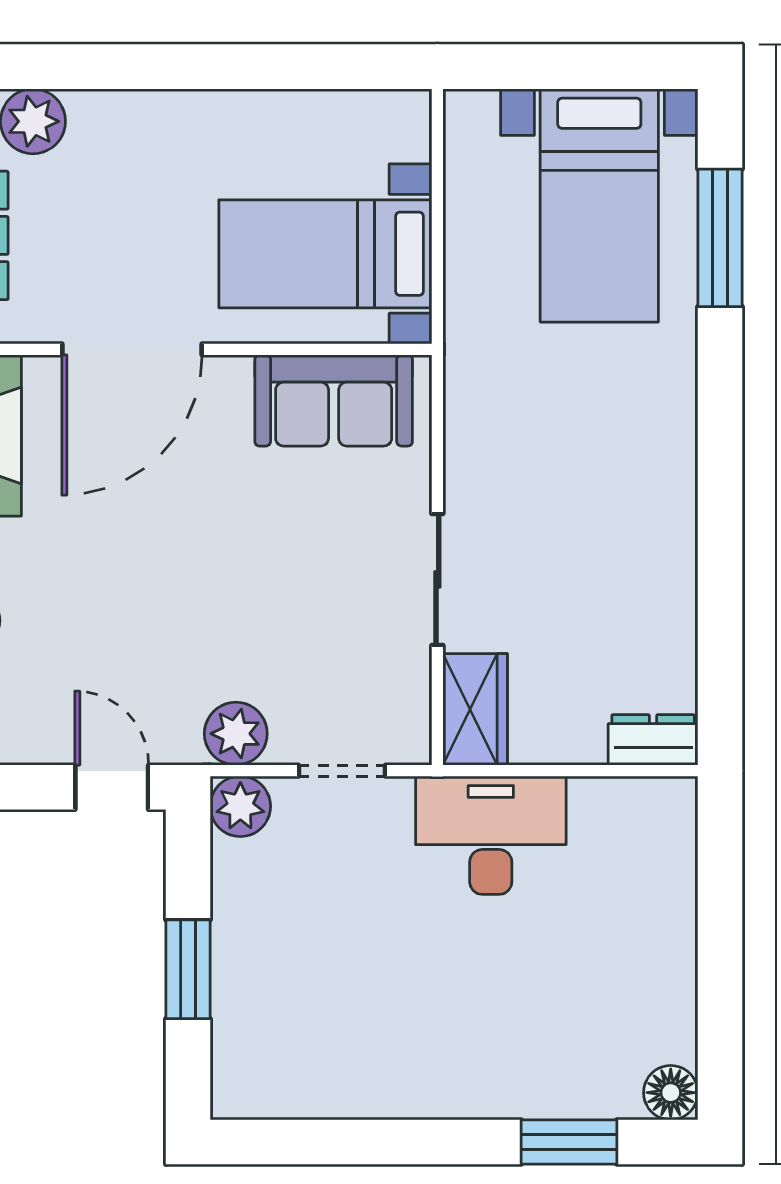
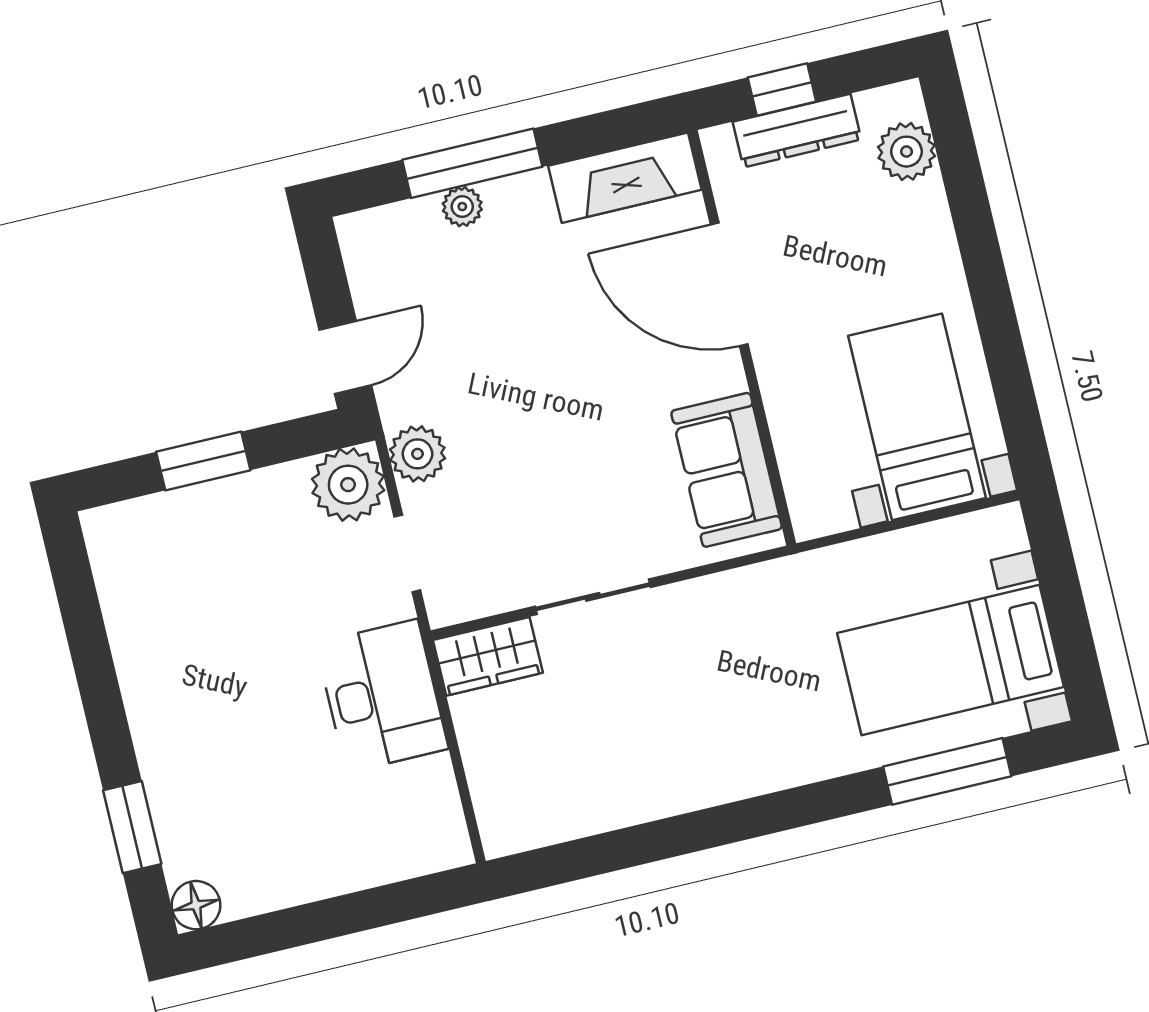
bed with nightstands: (325, 254) -> (917, 417), moved
dresser: (653, 740) -> (498, 817), removed
plant: (240, 806) -> (348, 485), width x1.36, depth x1.36

